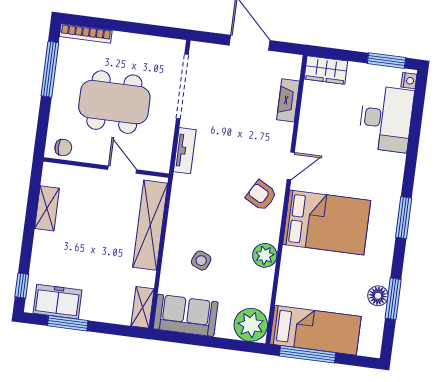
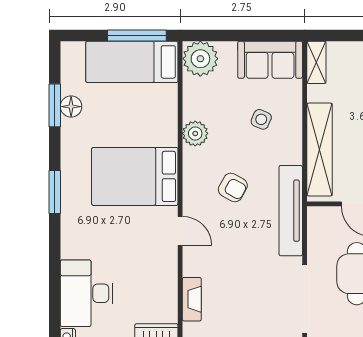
tv unit: (185, 151) -> (291, 211), width x1.92, depth x1.29
door: (291, 166) -> (180, 231), swing flipped
armchair: (261, 195) -> (233, 188), moved

